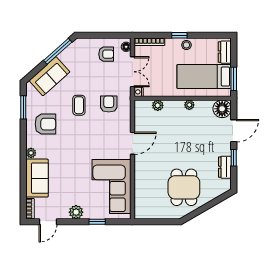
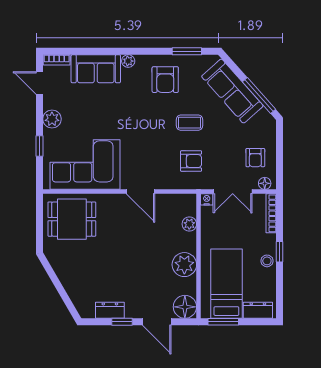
sofa: (49, 76) -> (232, 91), width x1.36
plant: (189, 105) -> (184, 265), width x1.87, depth x1.87
dining table: (184, 187) -> (72, 219), moved

